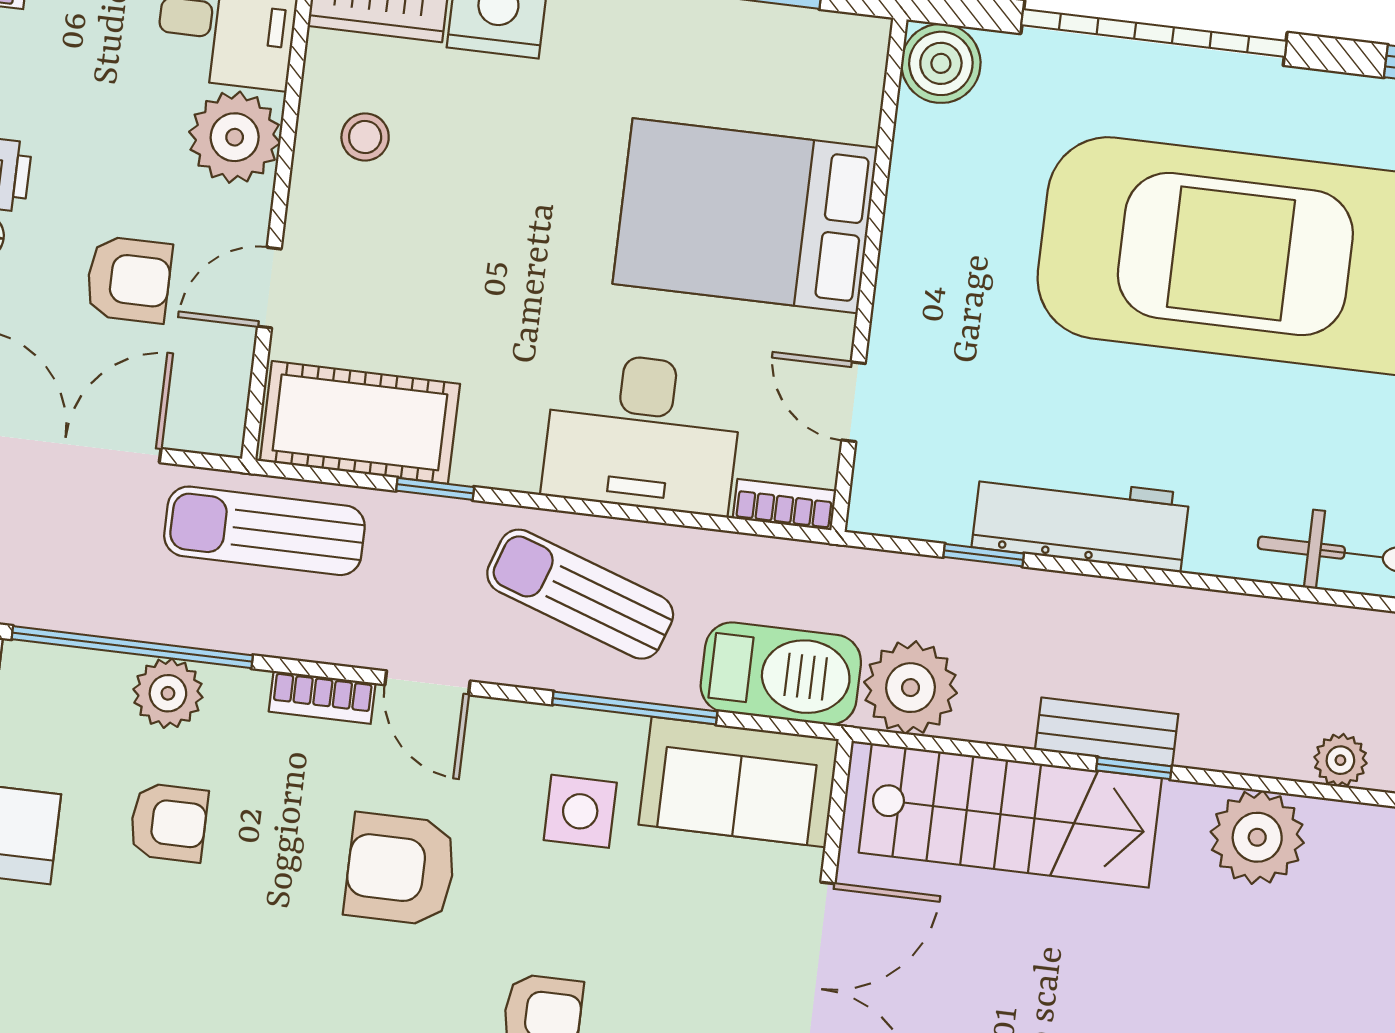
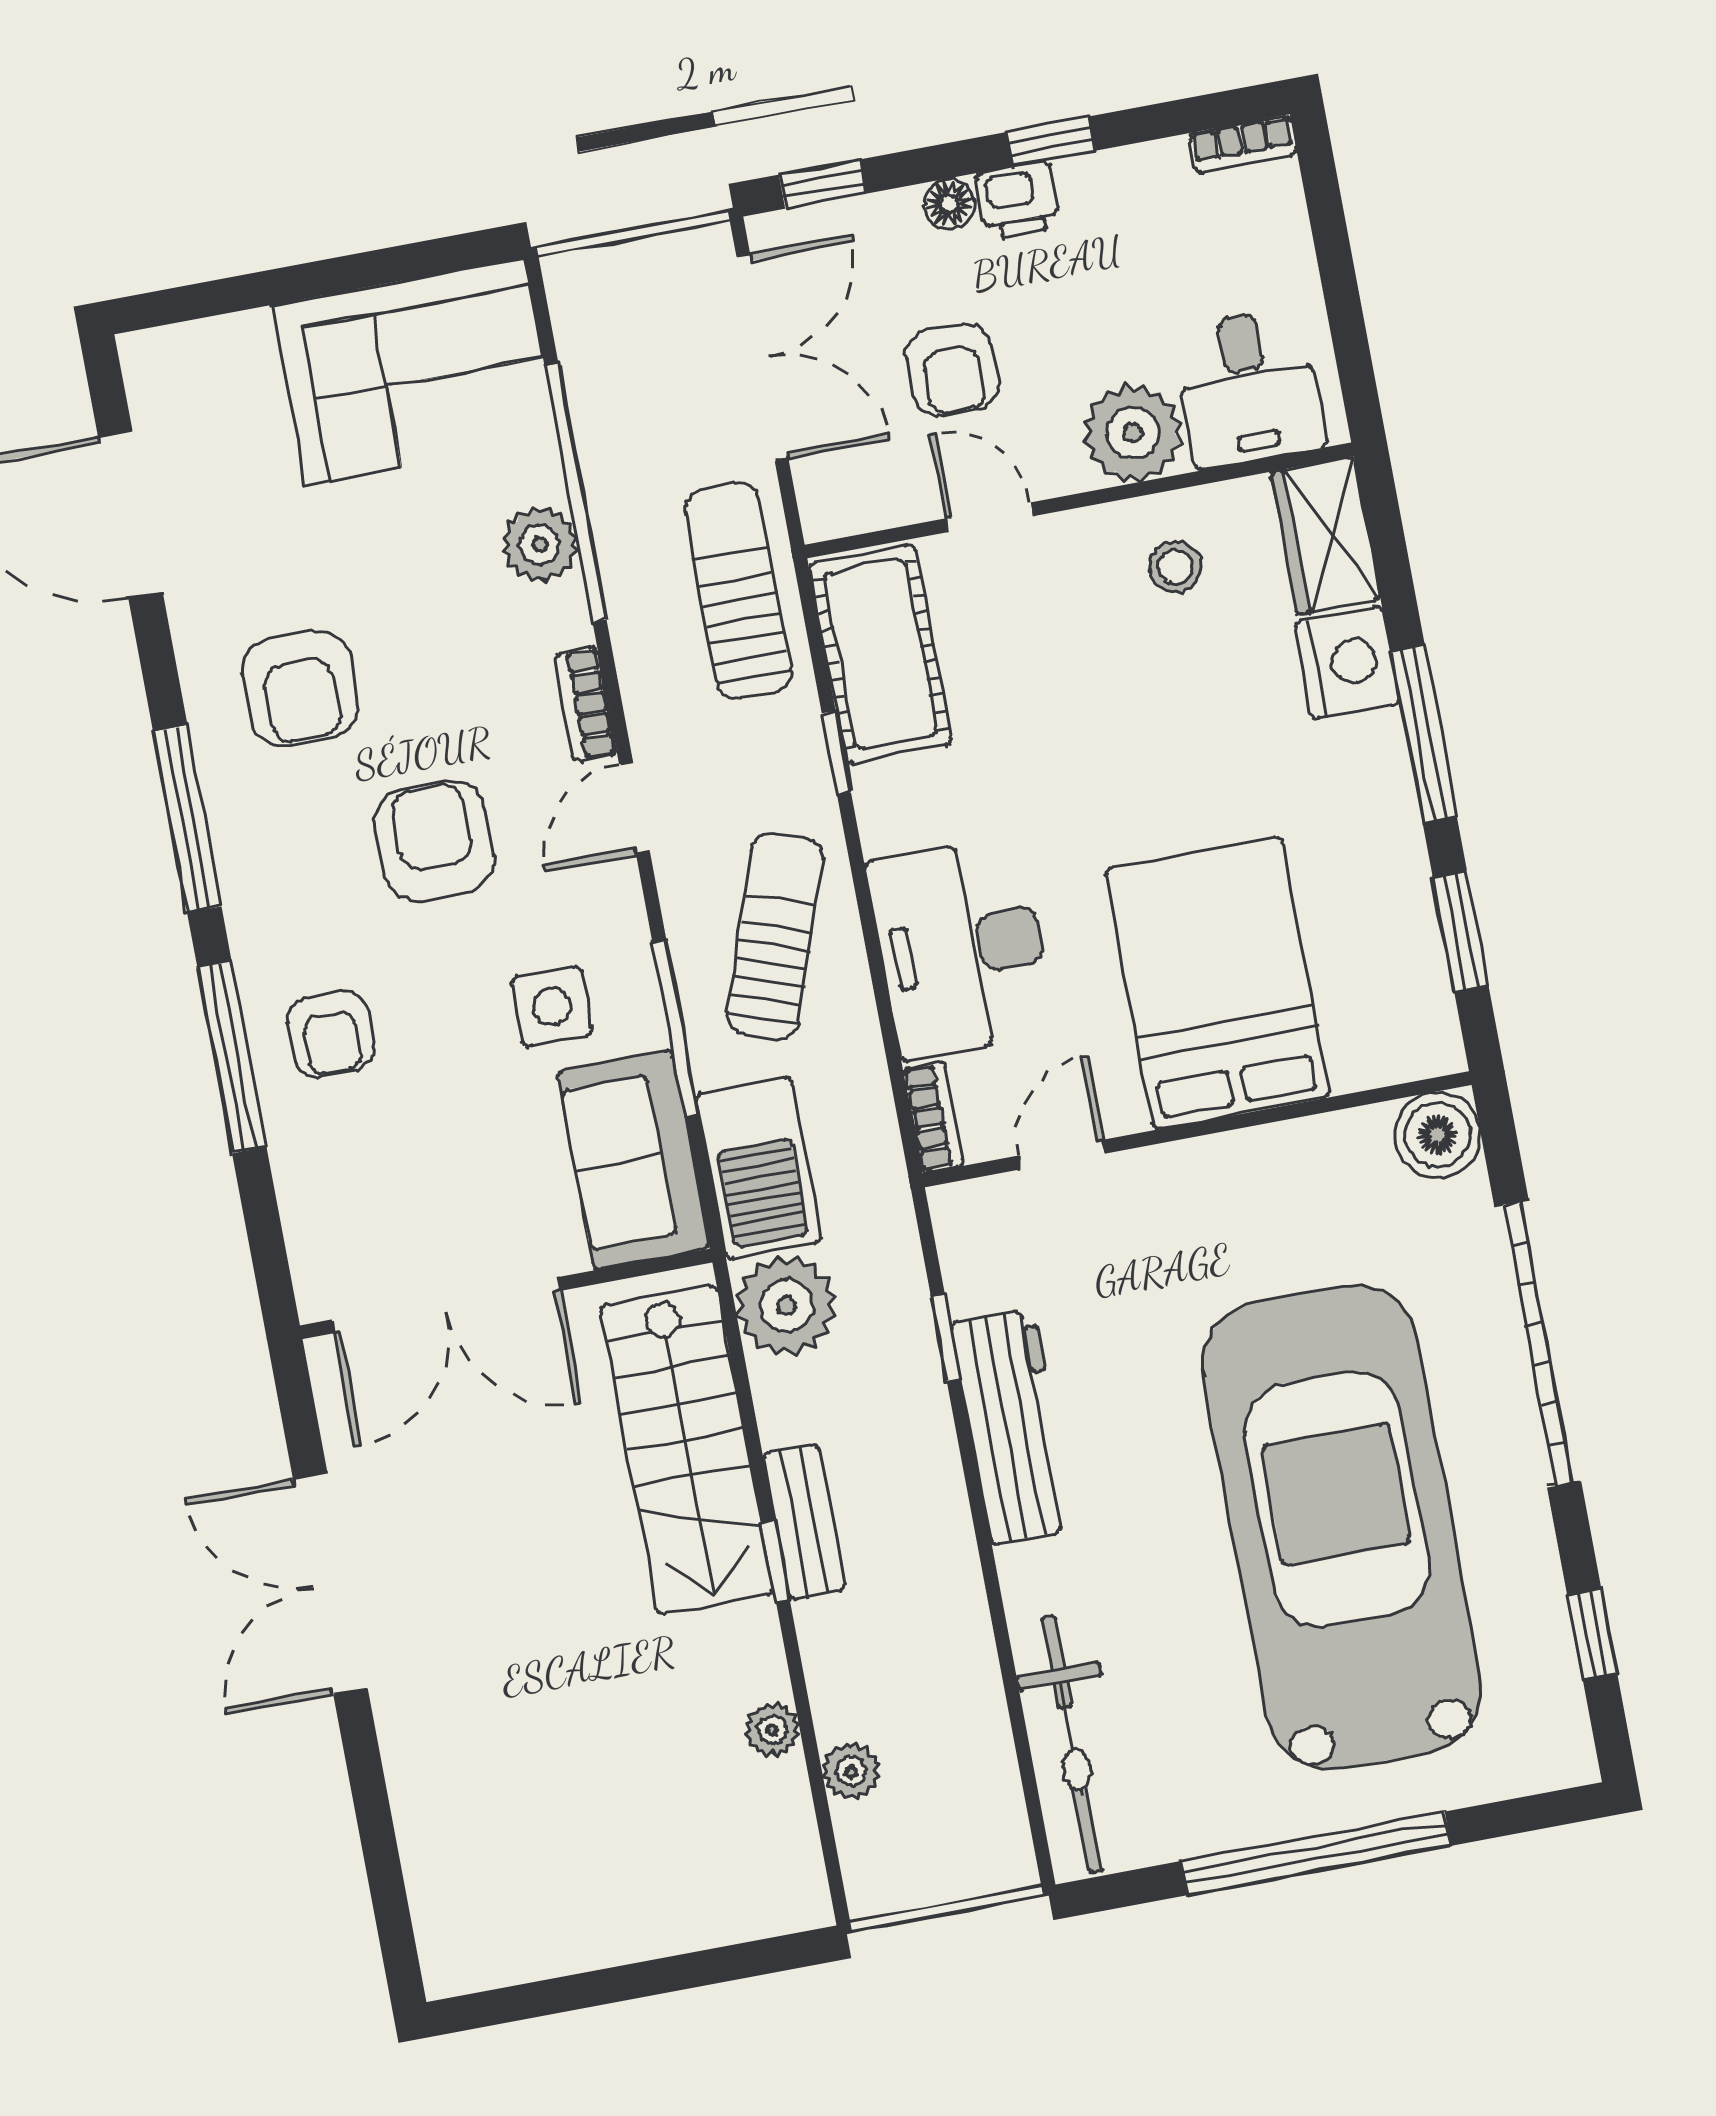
armchair: (169, 823) -> (300, 688), moved, width x1.38, depth x1.38
plant: (1257, 837) -> (772, 1730), width x0.53, depth x0.53

